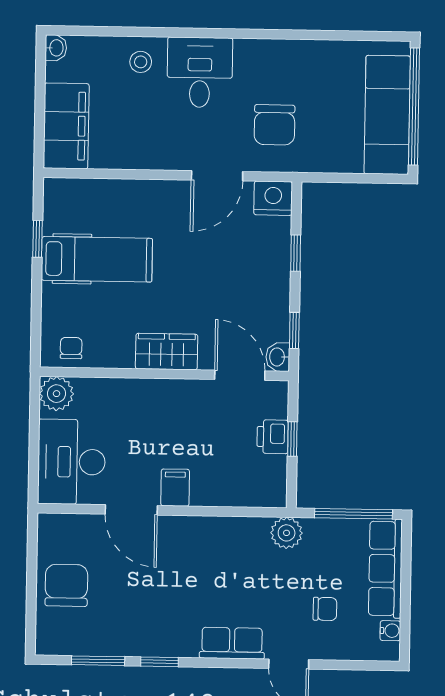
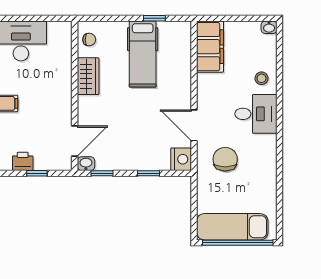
chair: (274, 125) -> (225, 159), turned 90
filing cabinet: (66, 126) -> (210, 47), moved, turned -90
wardrobe: (167, 352) -> (88, 76), moved
plant: (57, 394) -> (62, 31), removed
printer: (273, 437) -> (23, 161), moved

